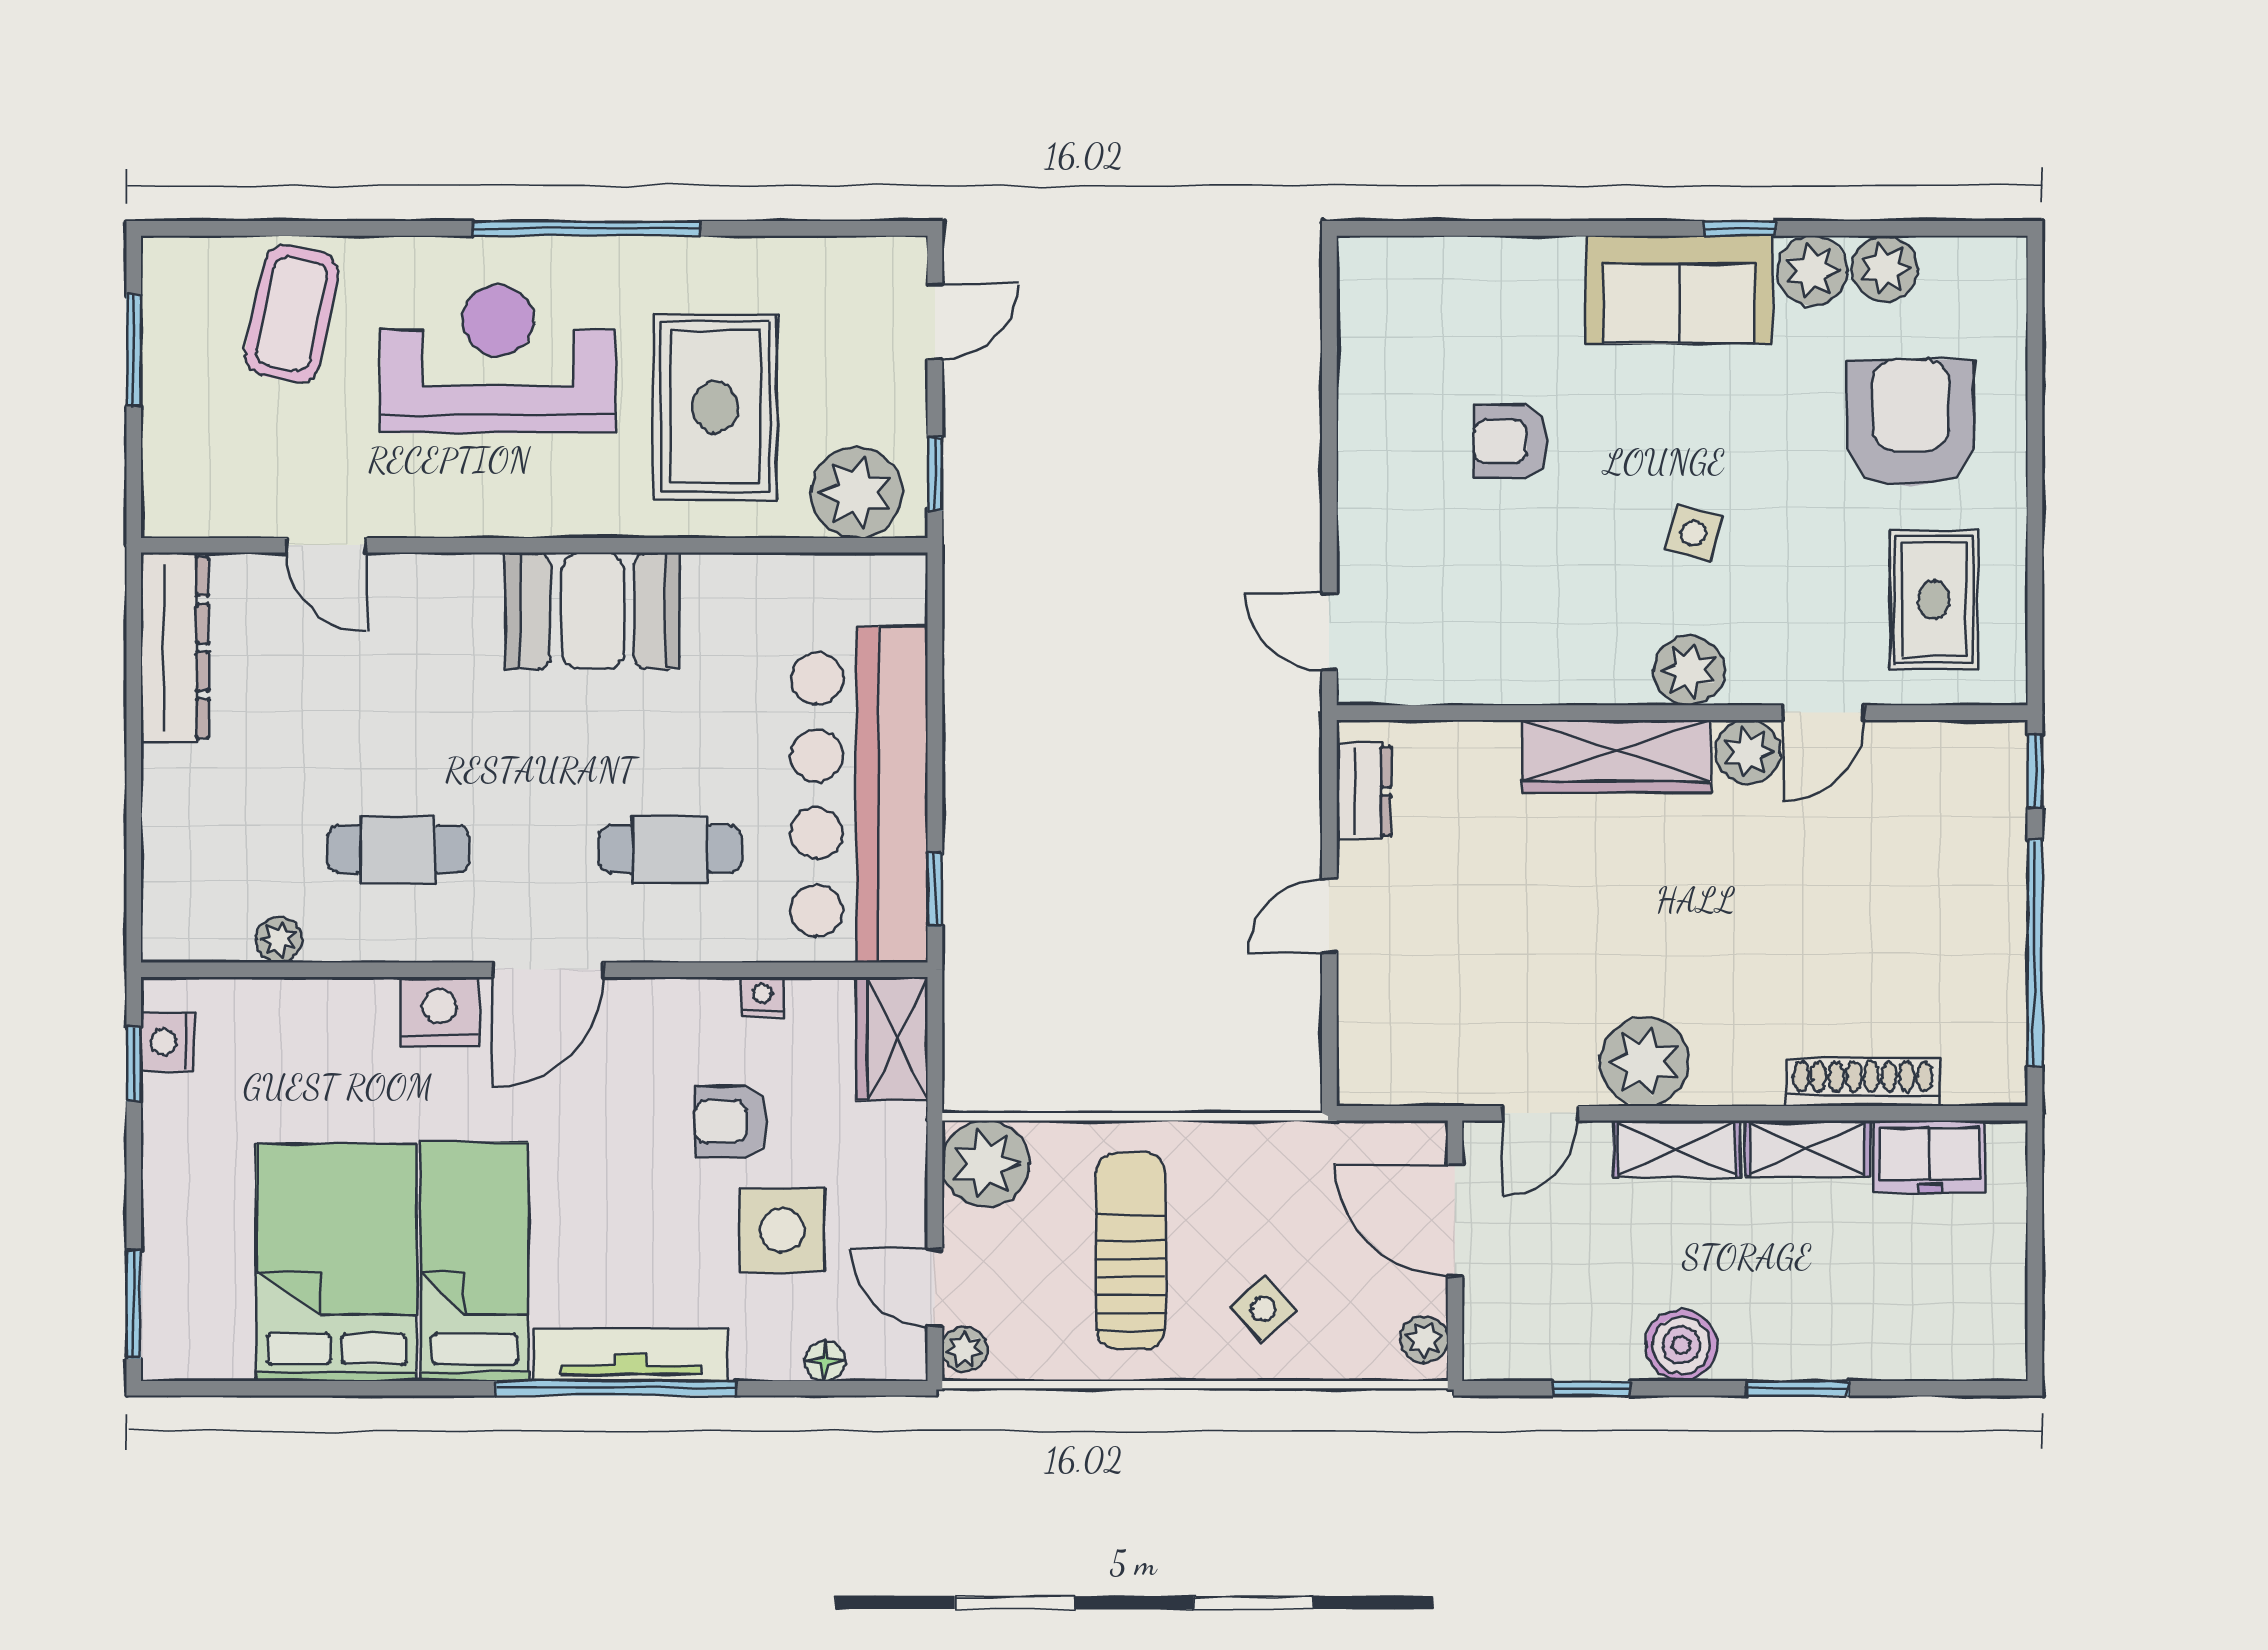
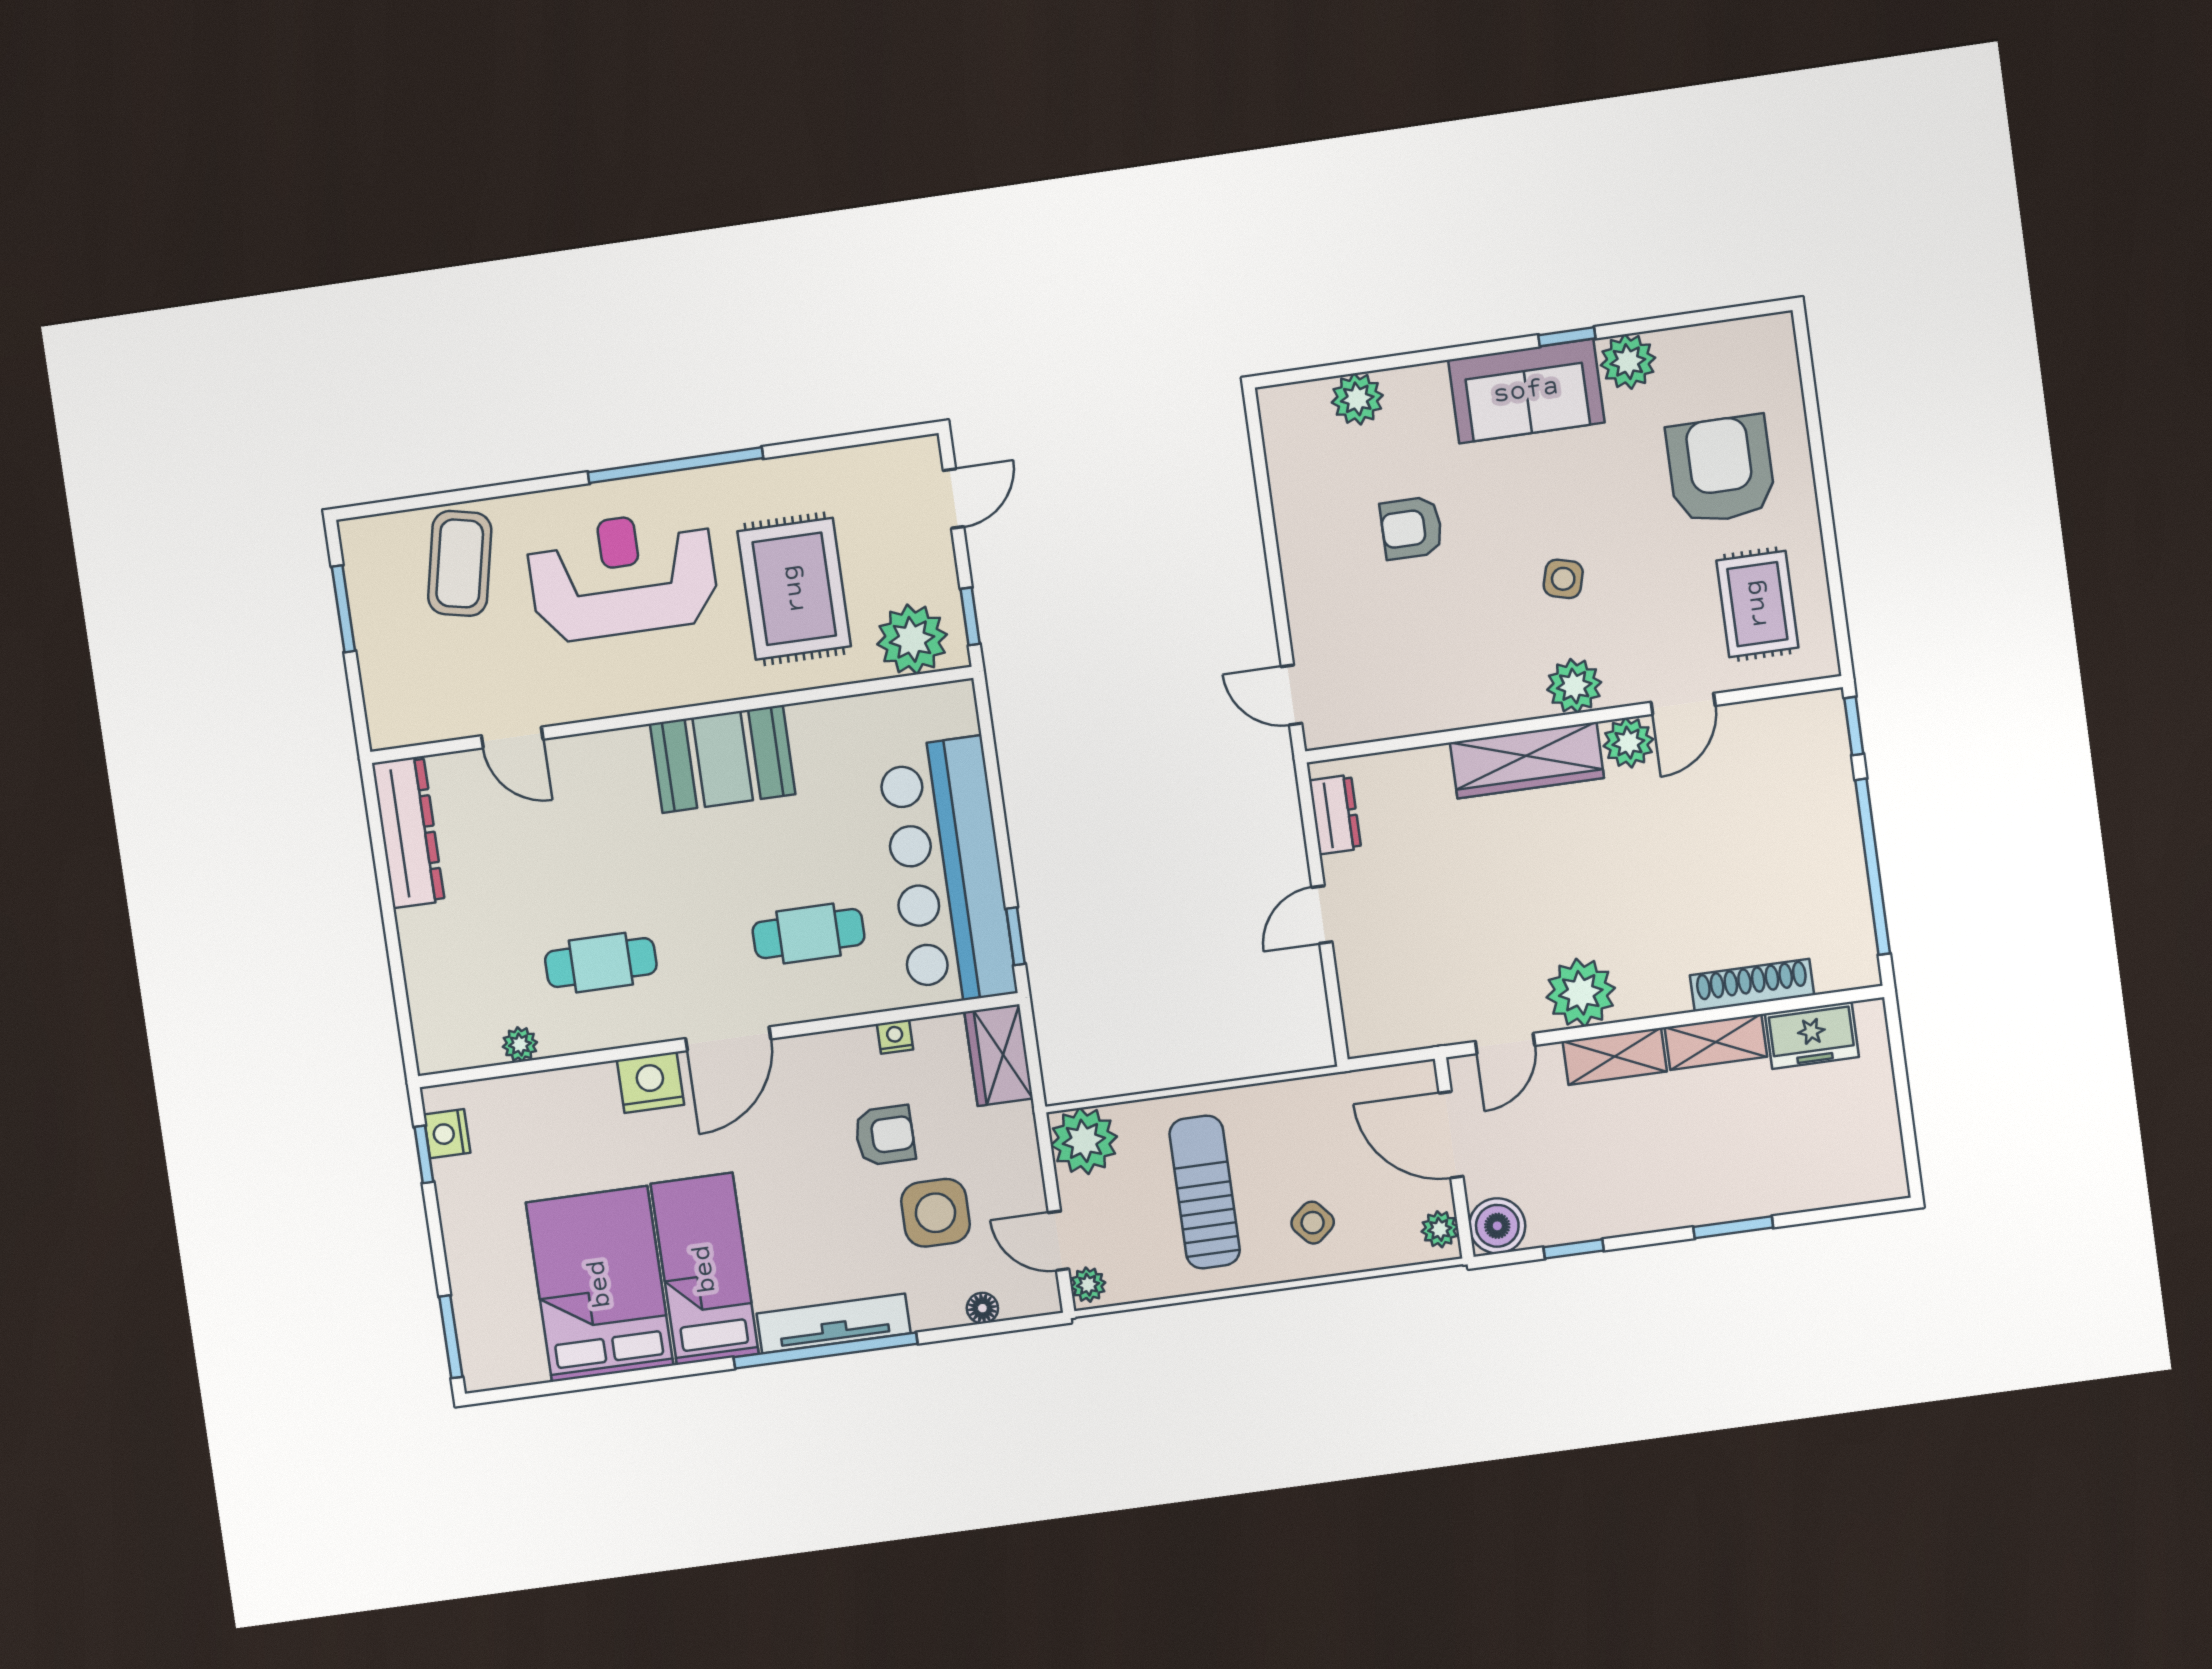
plant: (1885, 269) -> (1357, 399), moved
armchair: (731, 1121) -> (885, 1135), turned 180
boiler: (1681, 1345) -> (1497, 1226), moved

